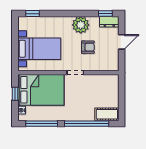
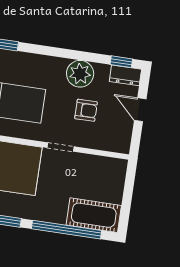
door: (122, 42) -> (140, 110), swing flipped
cot: (107, 114) -> (94, 215), width x1.37, depth x1.34

